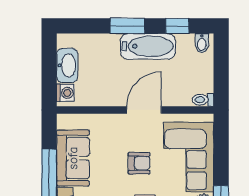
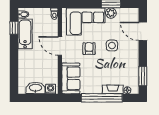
window: (127, 26) -> (14, 55), removed
bathtub: (148, 46) -> (25, 34), moved
sofa: (73, 158) -> (71, 78), moved, turned 90

